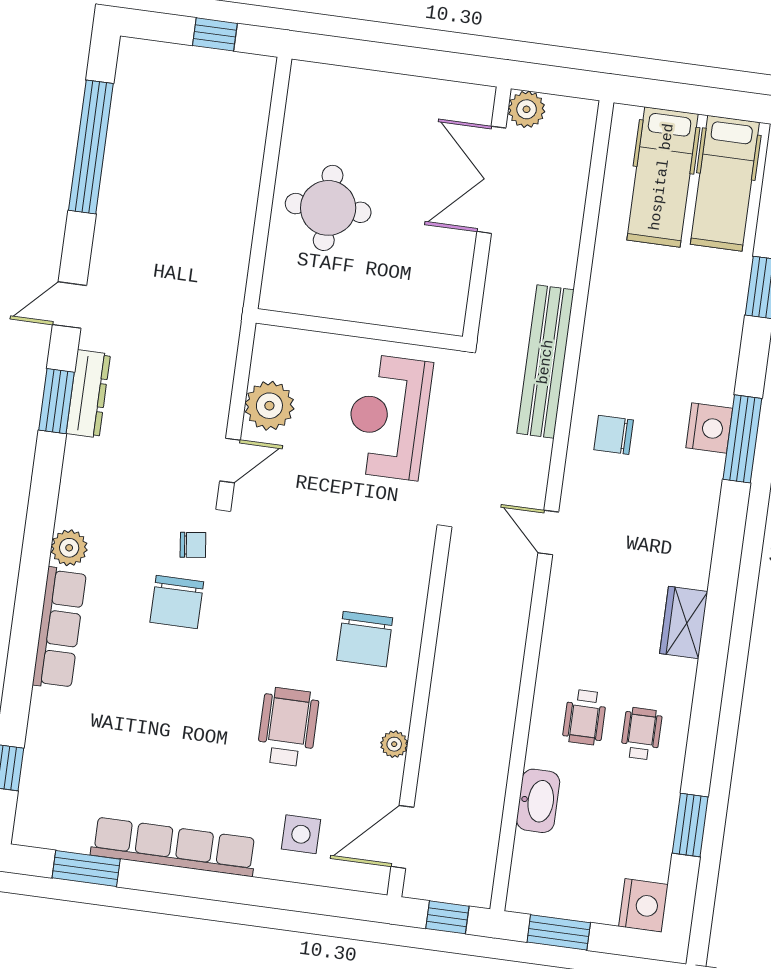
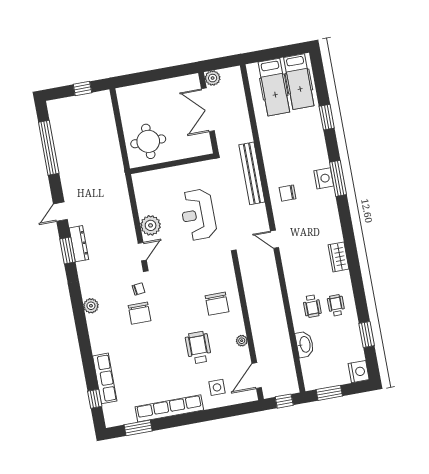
wall: (359, 330) -> (172, 164), moved
row of seats: (59, 628) -> (105, 378), moved

